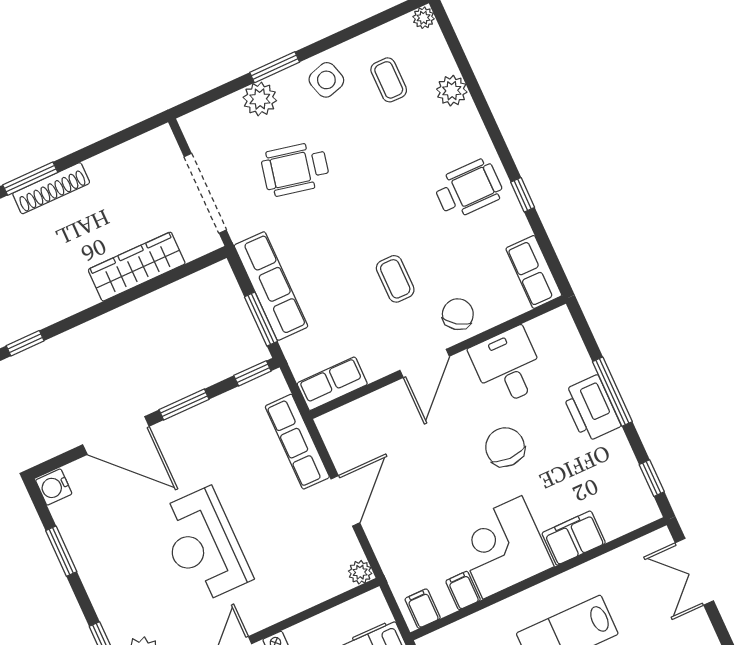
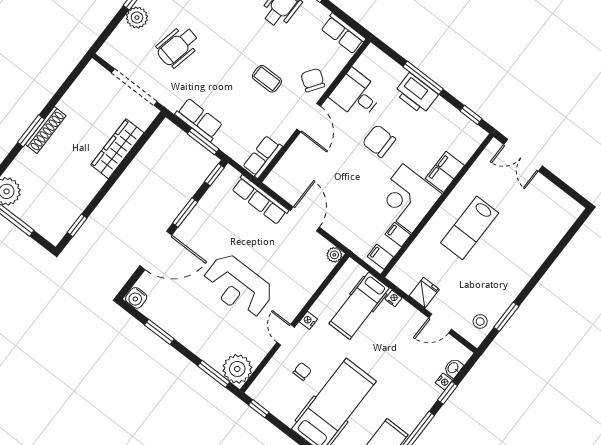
row of seats: (271, 286) -> (199, 120), width x0.68

